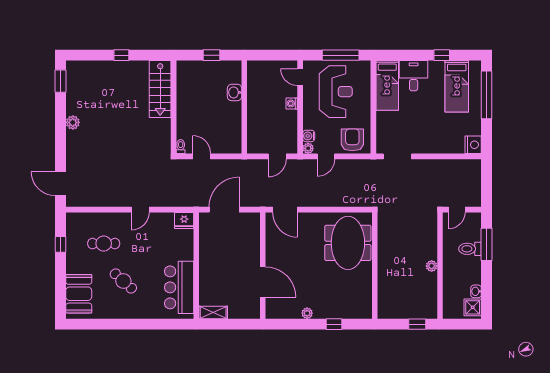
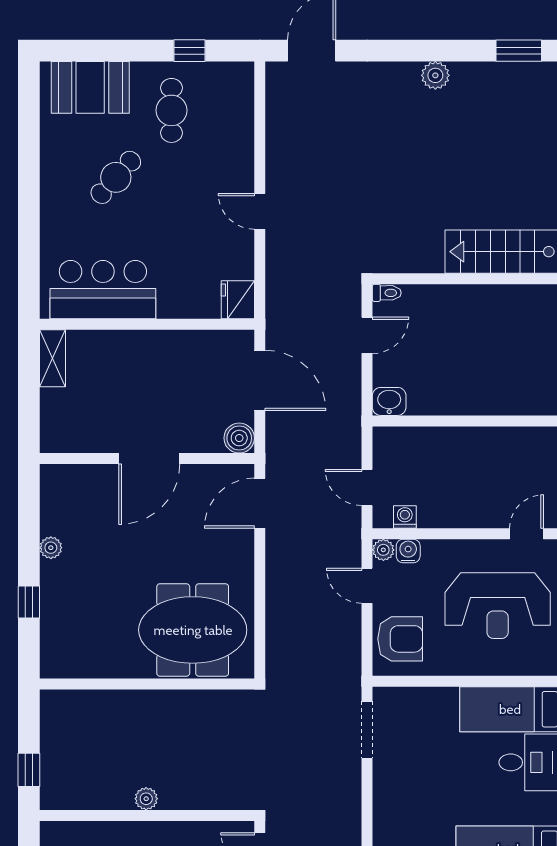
washbasin: (235, 92) -> (389, 401), moved
washing machine: (292, 103) -> (405, 517), moved
boiler: (253, 220) -> (239, 438), added
cafe table: (104, 244) -> (172, 110), moved
door: (263, 282) -> (149, 459), moved

